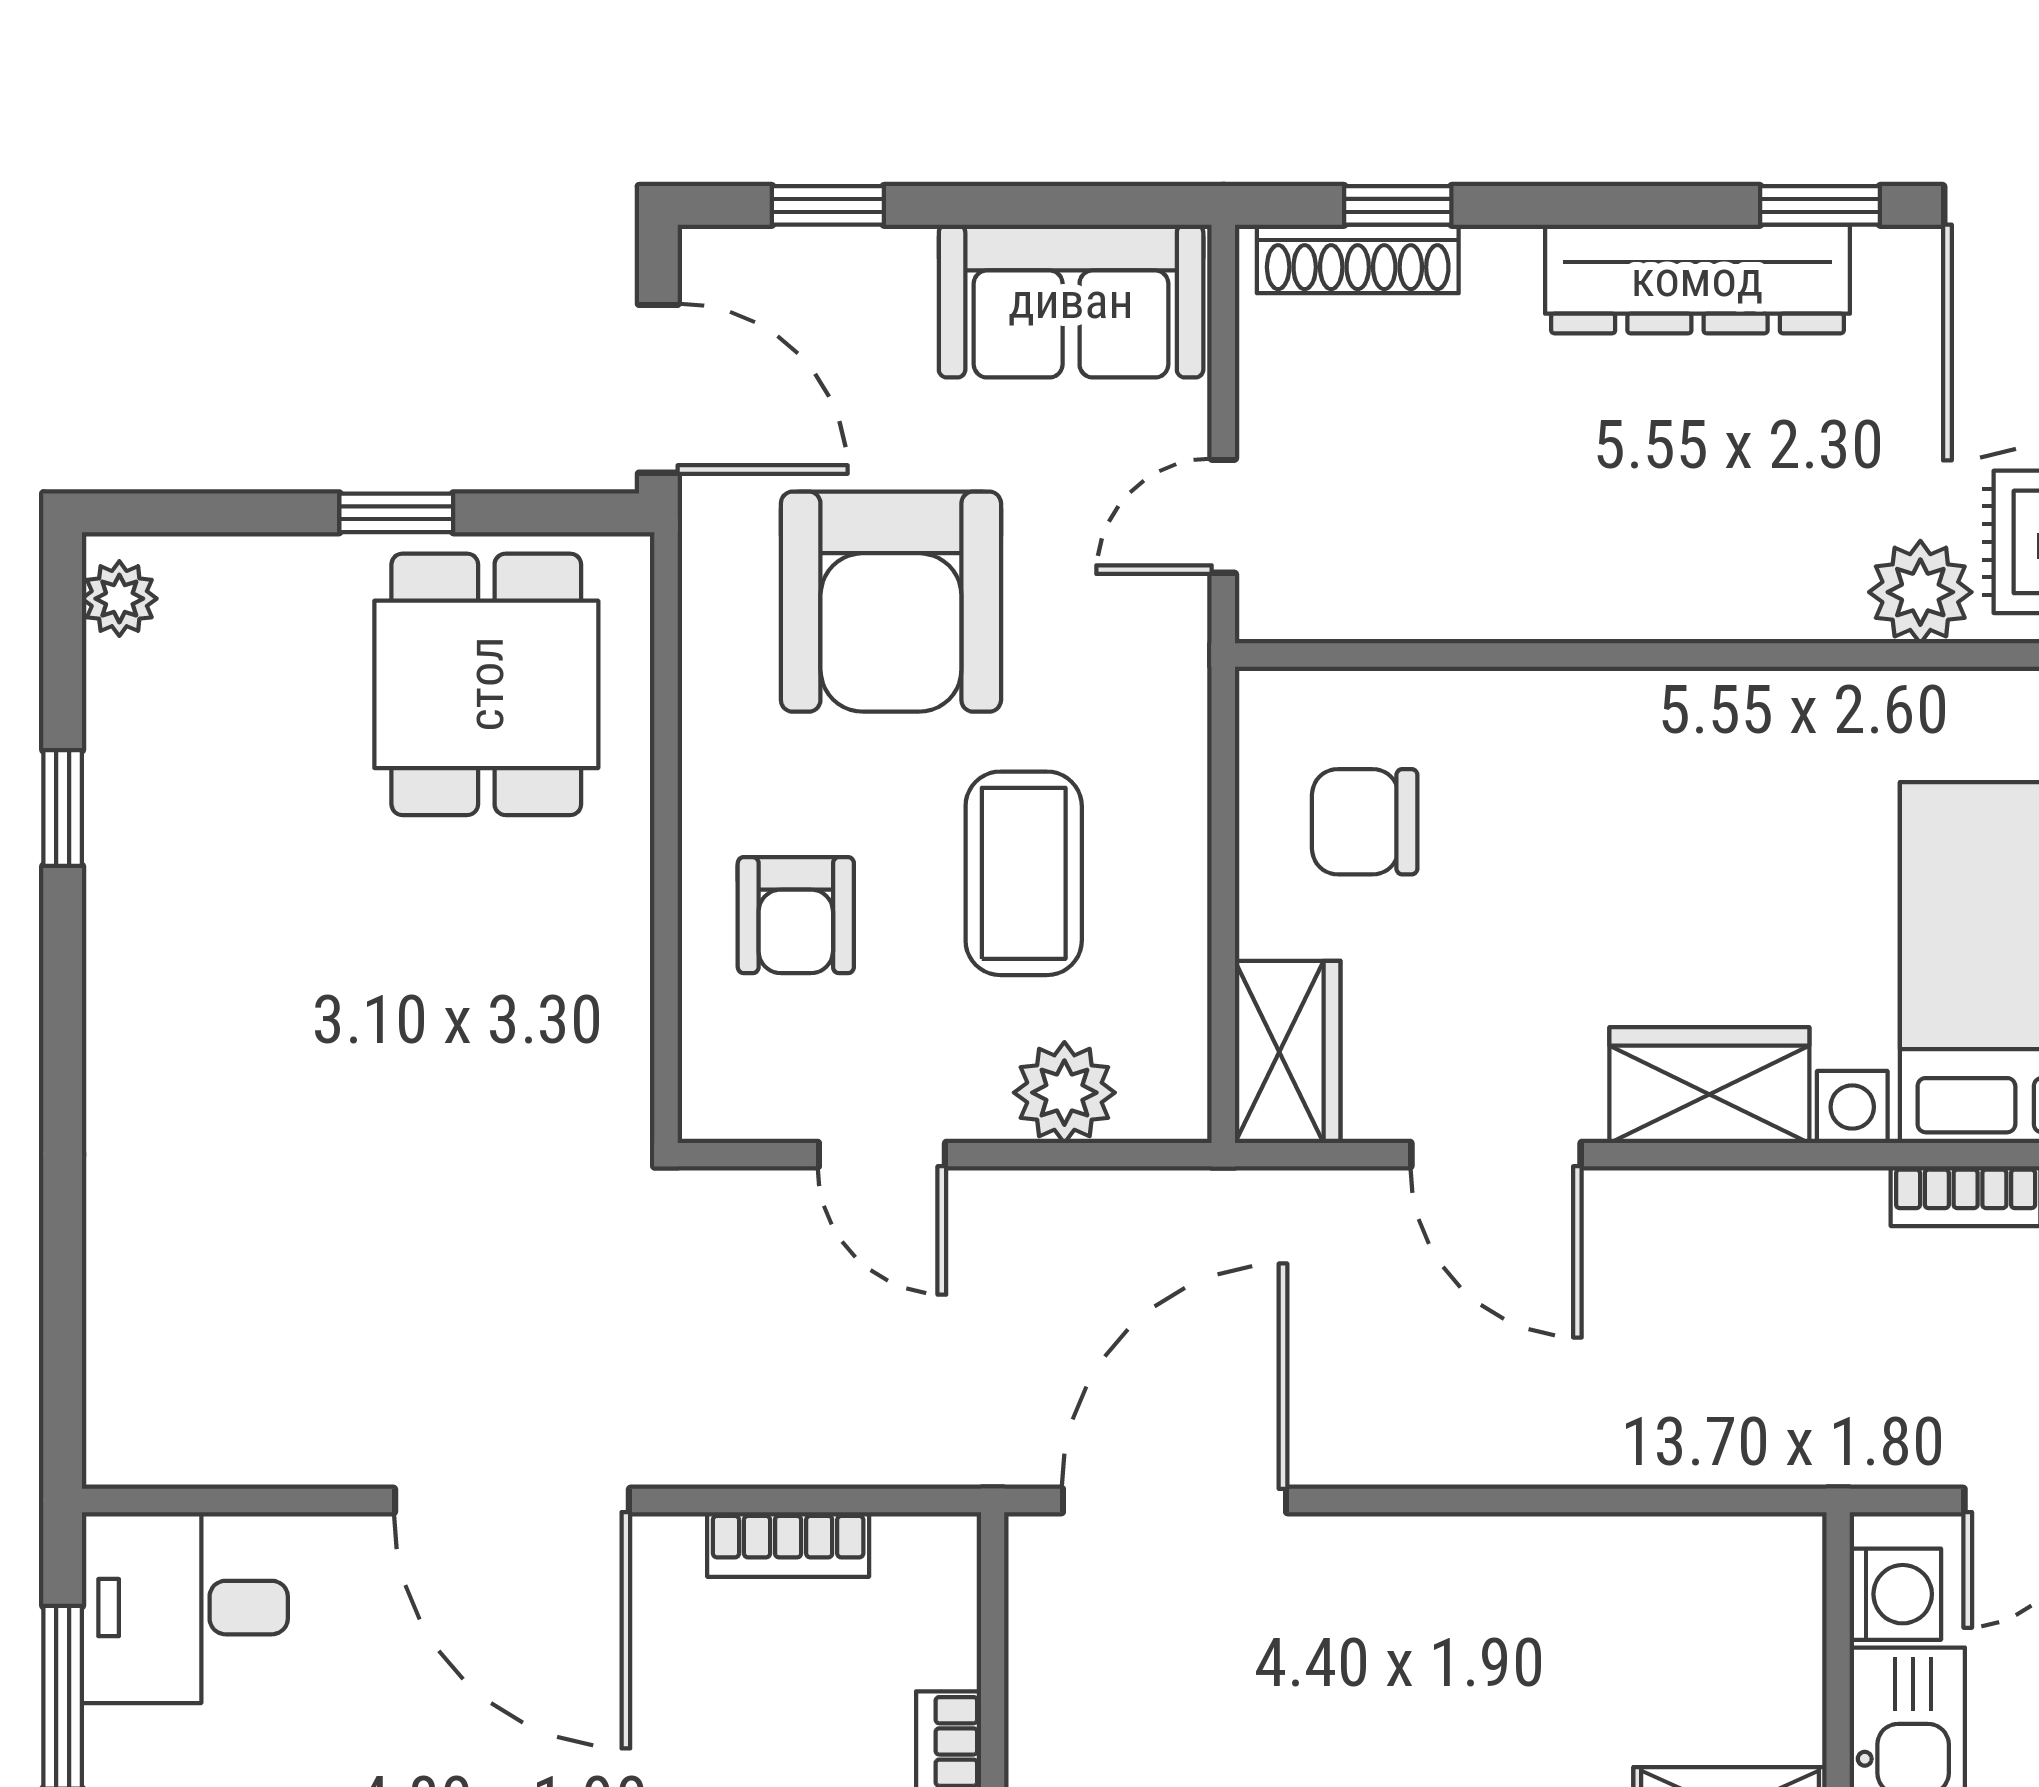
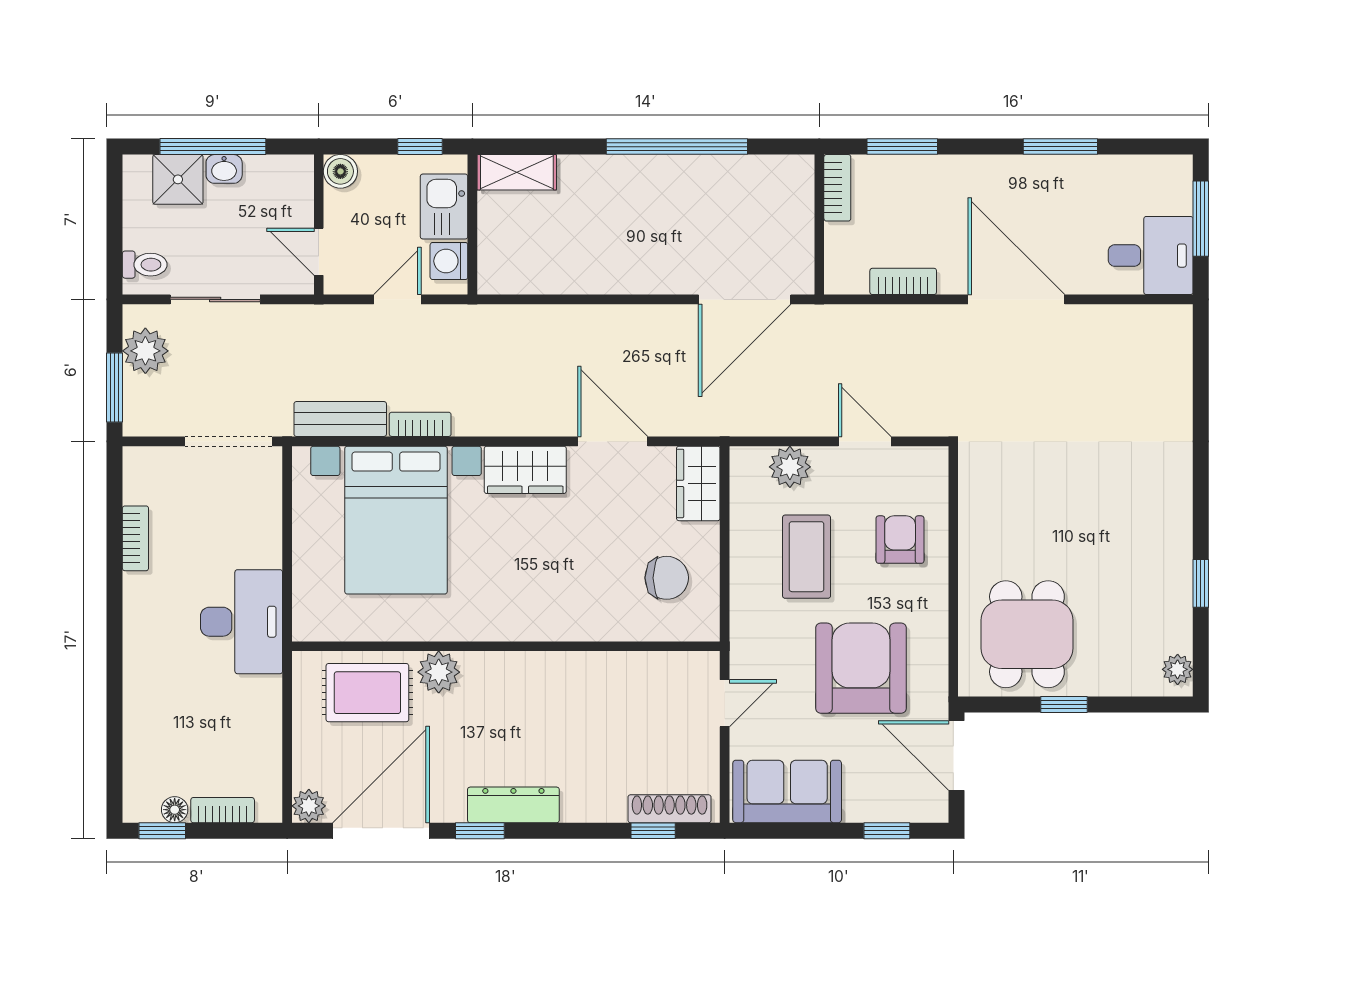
dresser: (1697, 279) -> (513, 805), width x0.73, depth x0.80

